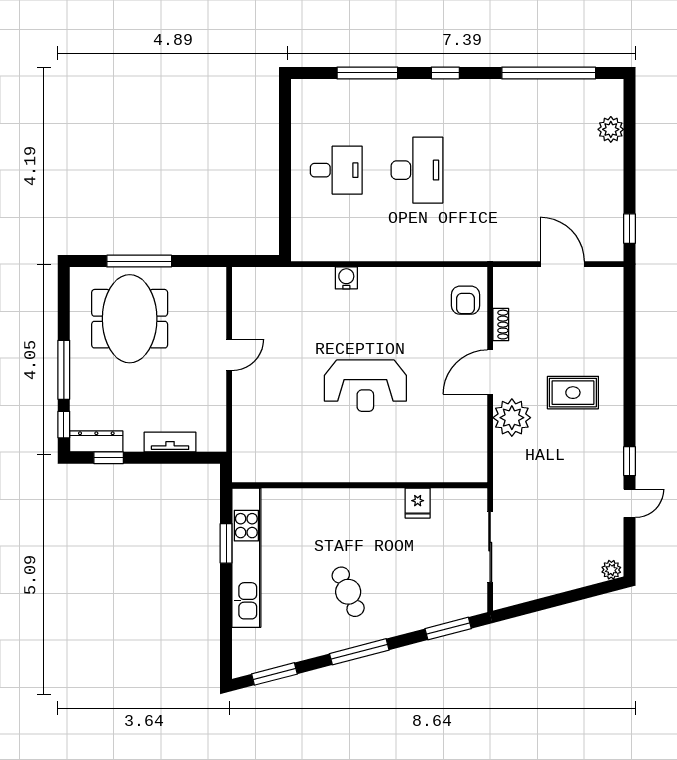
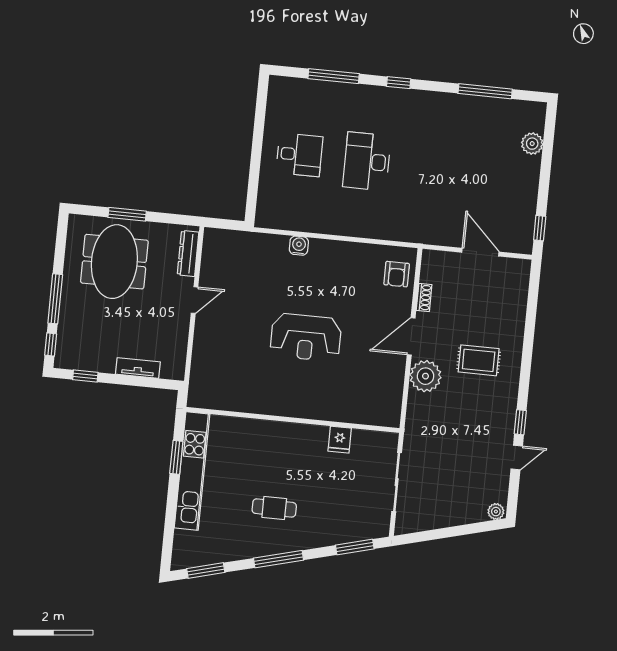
window: (549, 73) -> (485, 91), width x0.68
desk: (417, 170) -> (367, 161), turned 180
window: (139, 261) -> (127, 214), width x0.69
dresser: (96, 441) -> (188, 254), moved, turned -90
cafe table: (348, 592) -> (274, 508), turned -66

